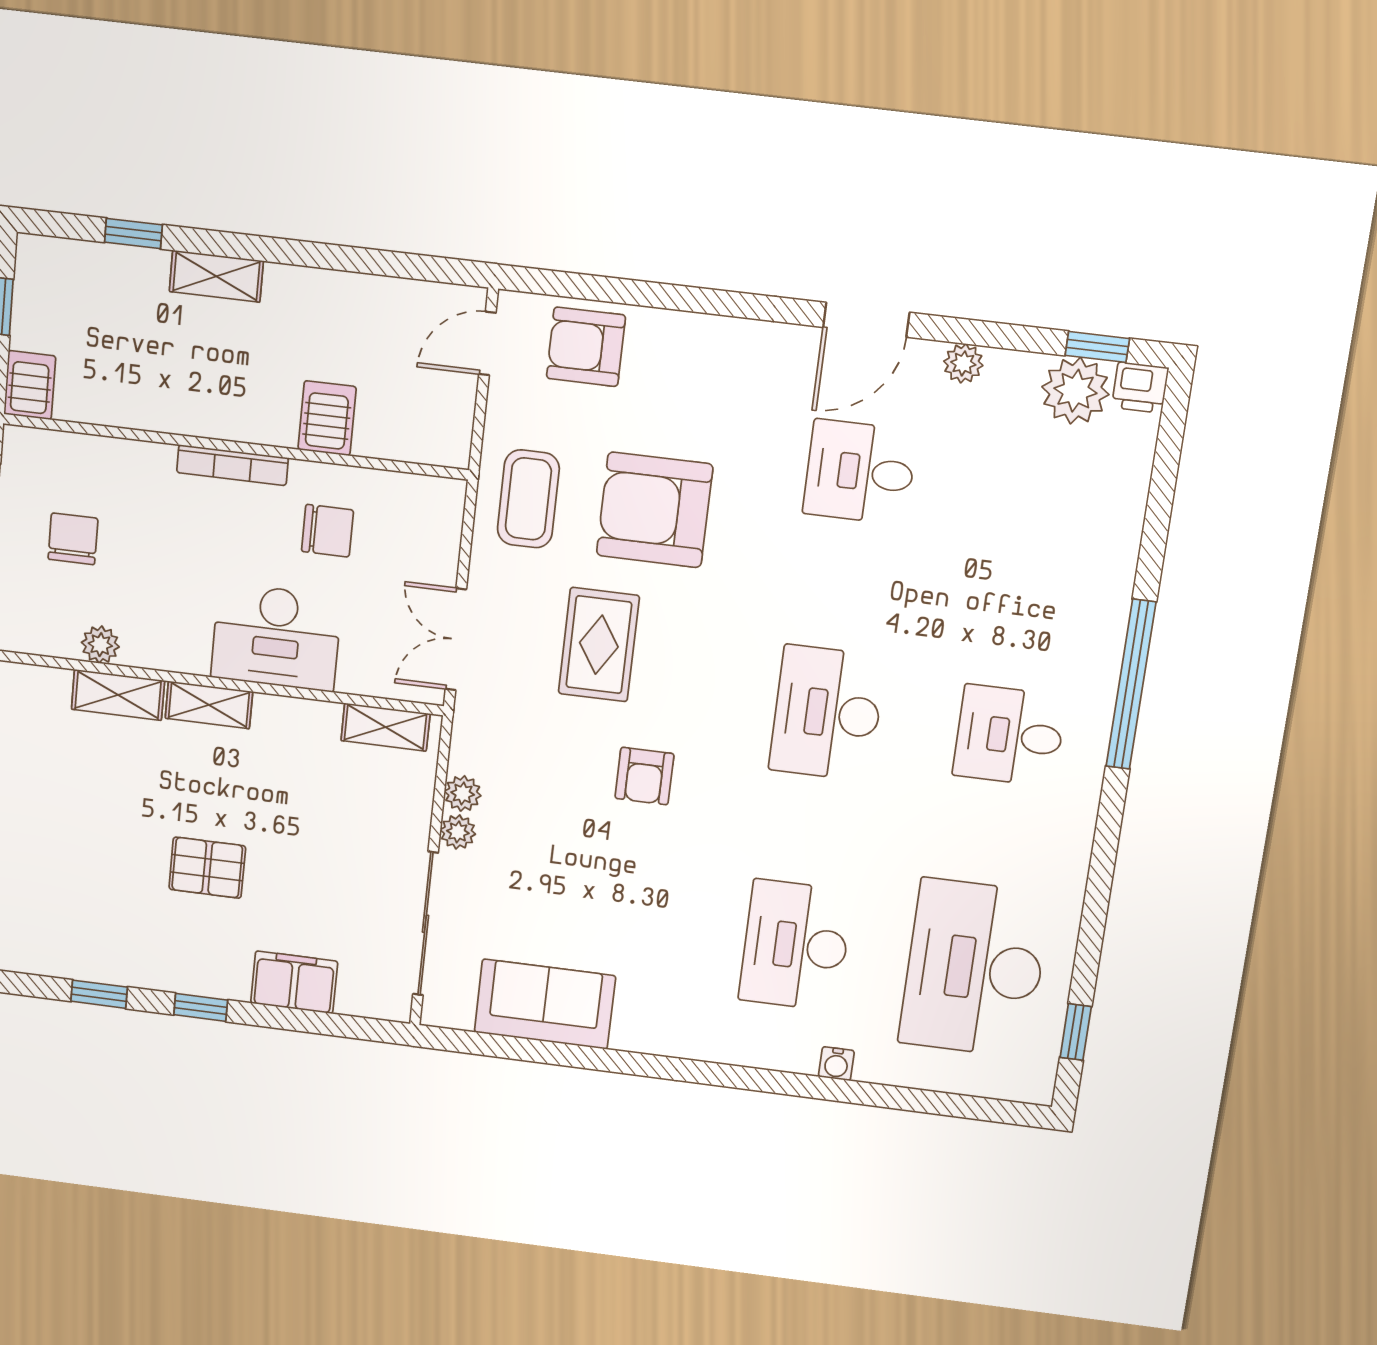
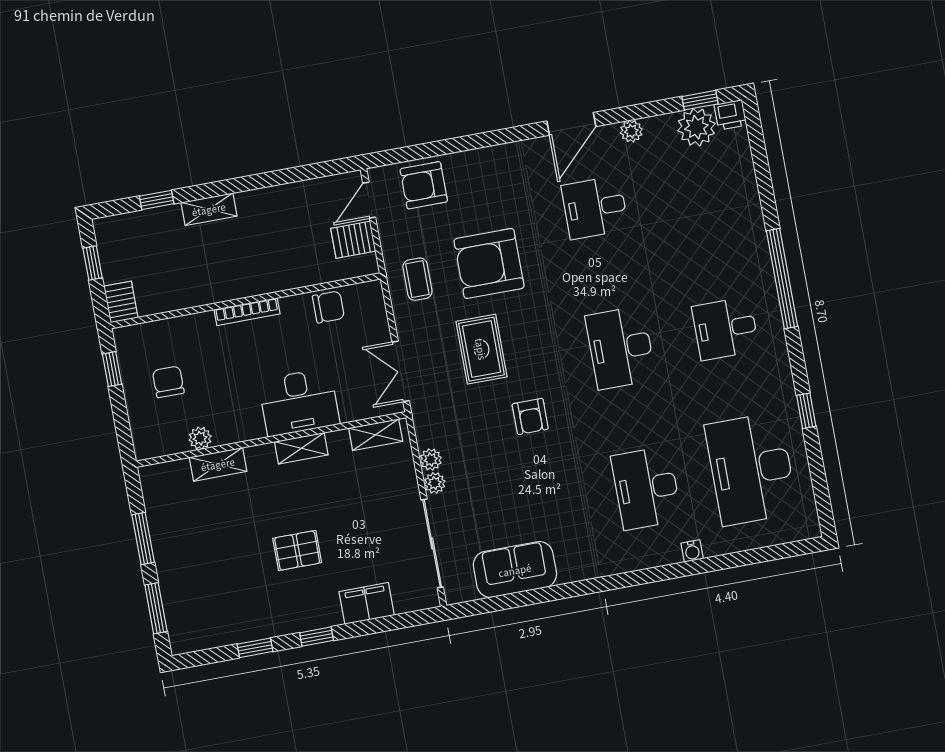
server rack: (327, 418) -> (353, 240), moved, turned -90
coffee table: (528, 499) -> (417, 279), width x0.73, depth x0.77
chair: (328, 531) -> (328, 307), moved
shelving: (209, 705) -> (301, 448), moved
window: (1076, 1032) -> (806, 411), moved

